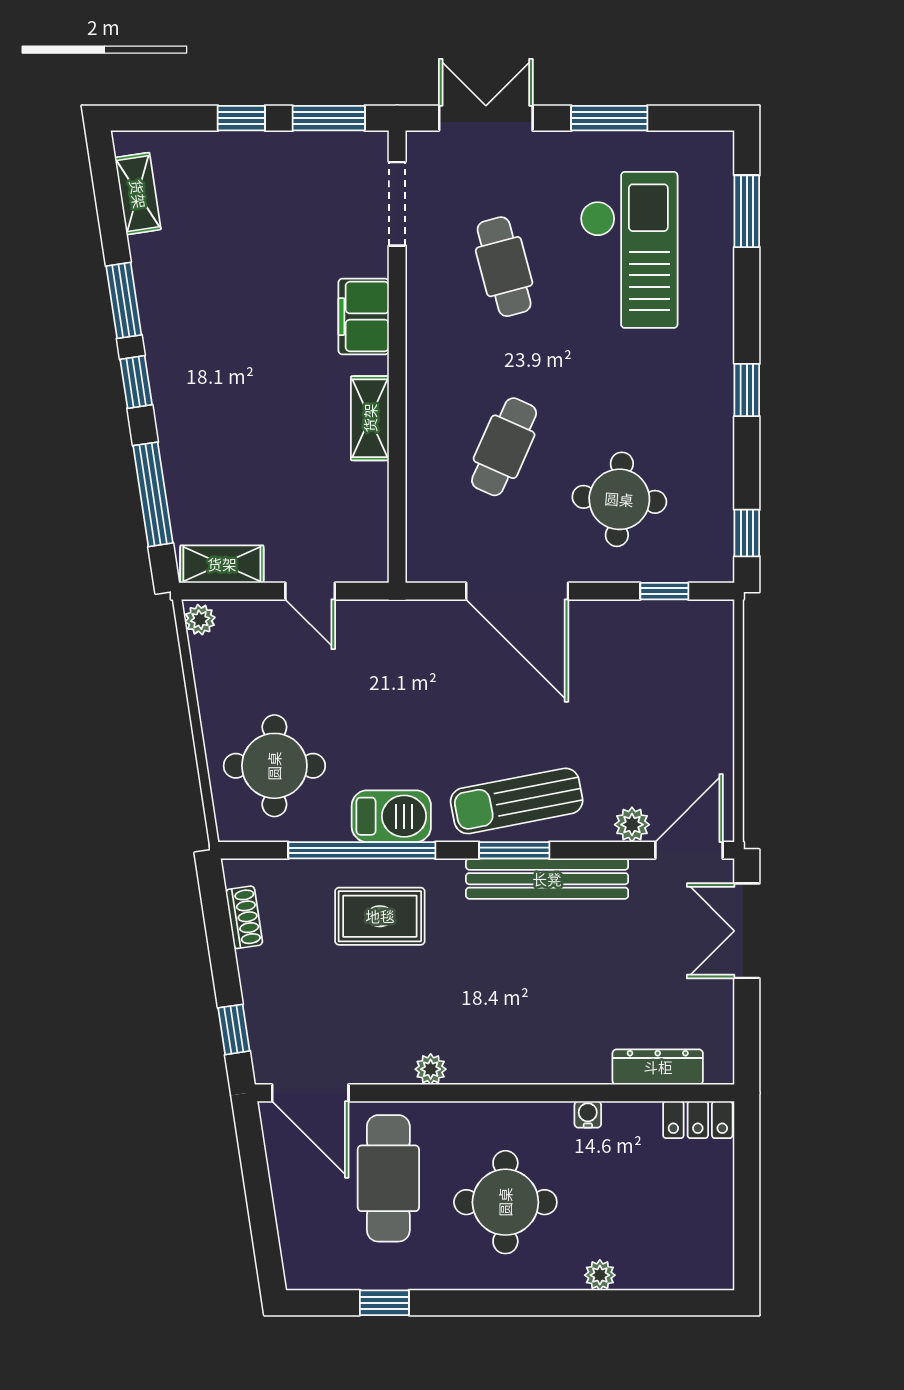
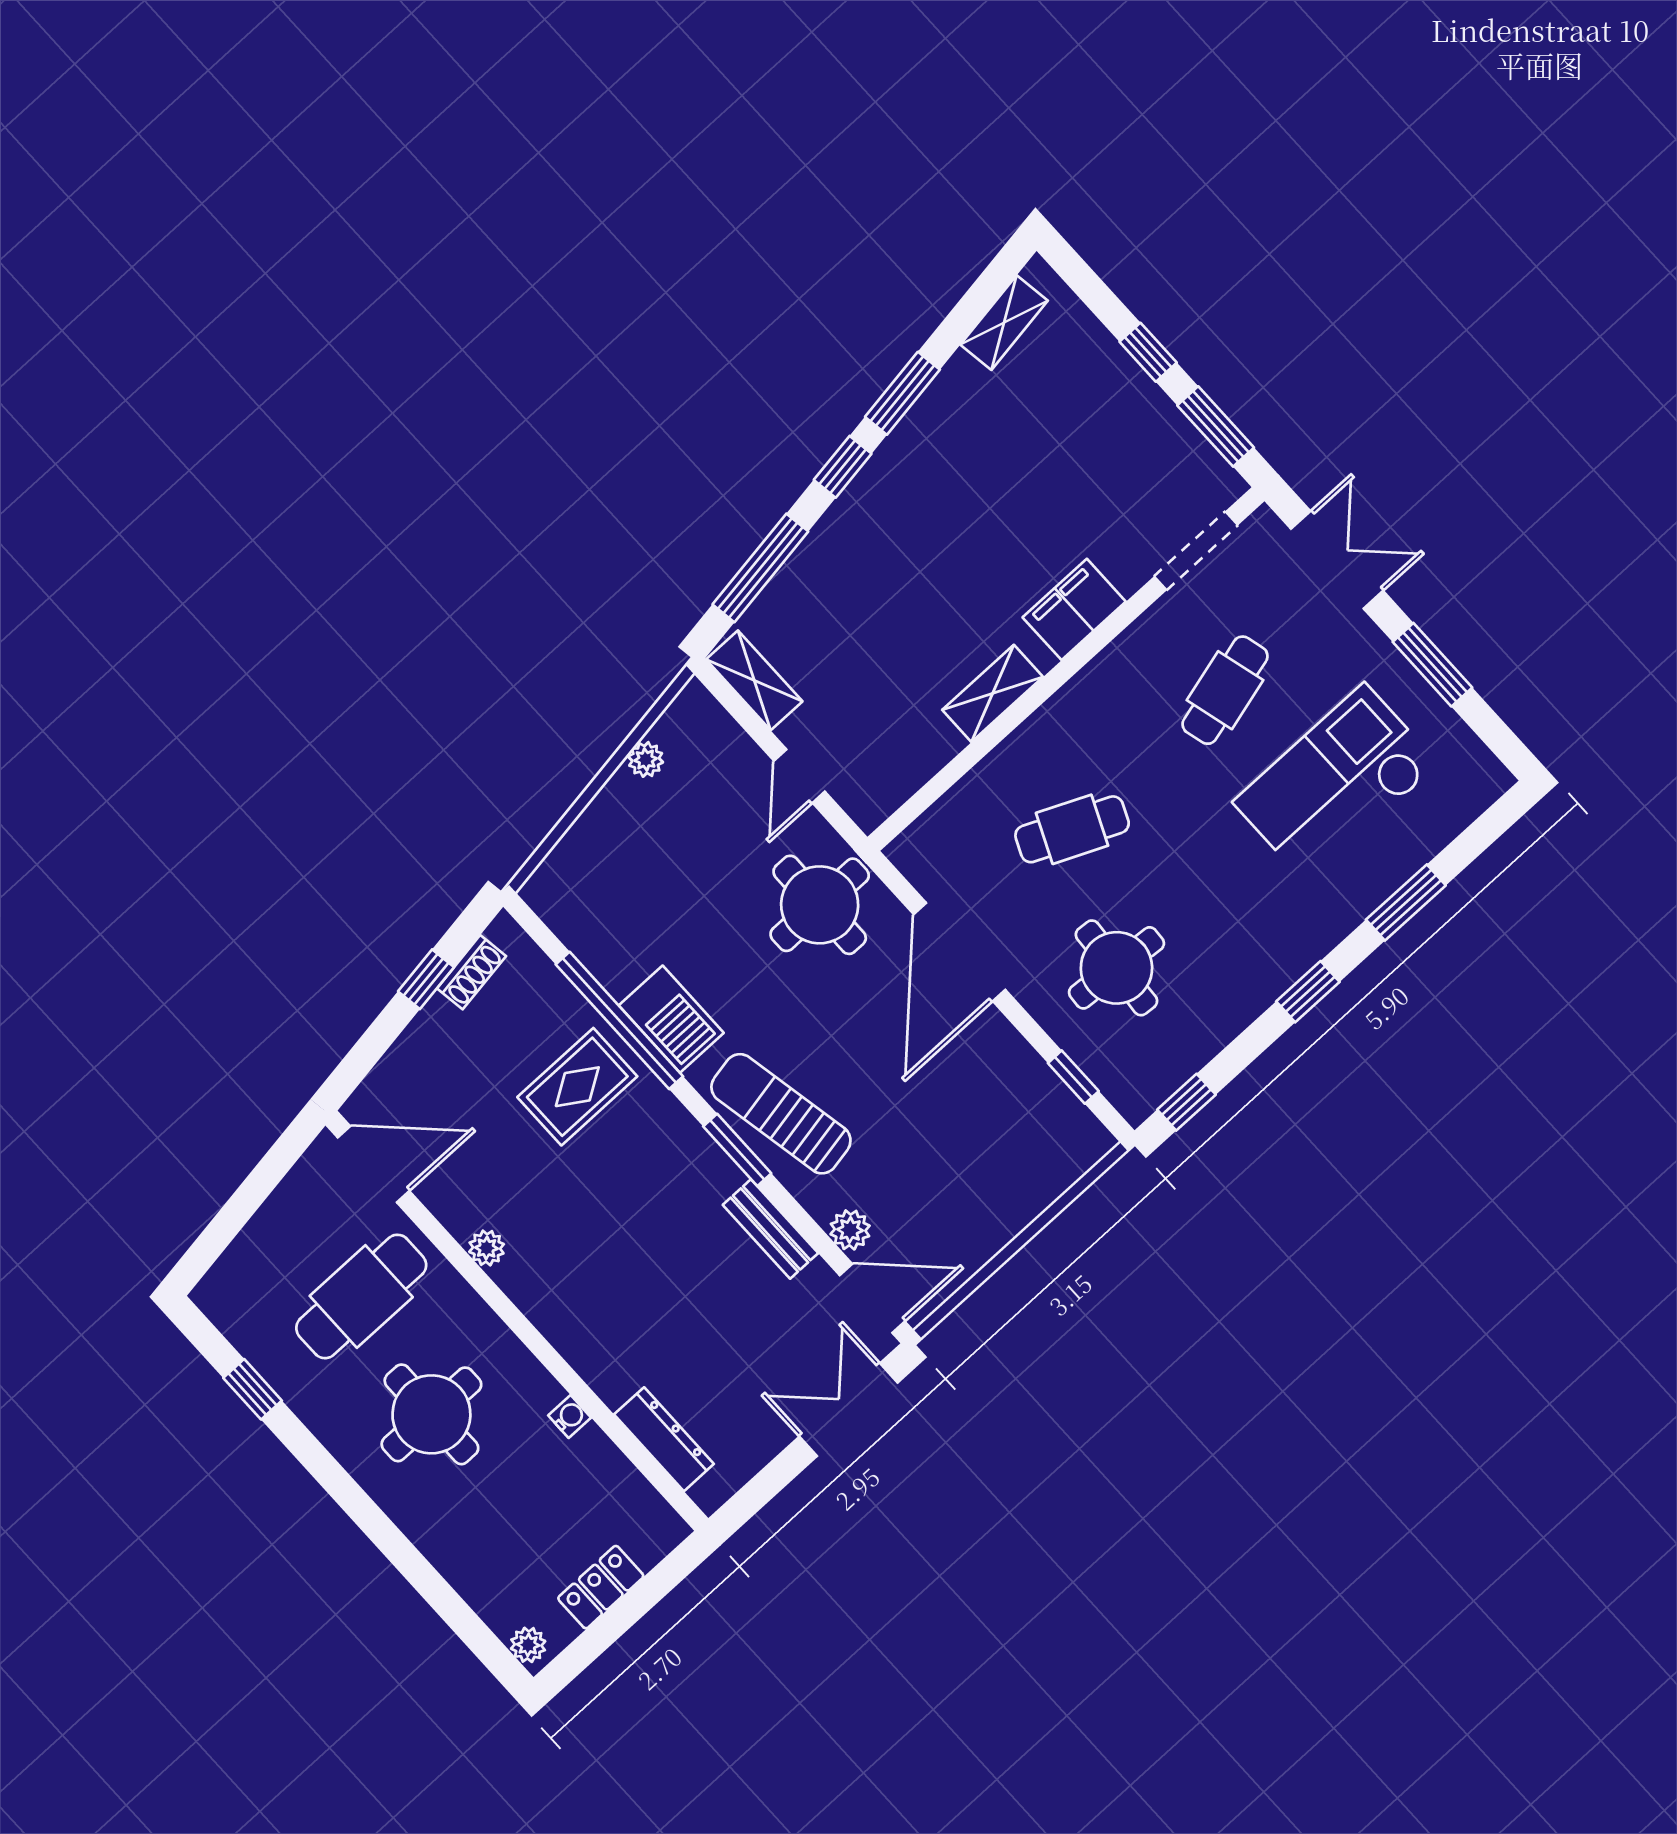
window: (747, 211) -> (1406, 903), moved
checkout: (629, 250) -> (1336, 783), turned 180
plant: (200, 620) -> (646, 759), moved
round table: (274, 766) -> (820, 905), moved
bench: (547, 879) -> (771, 1229), width x0.54, depth x0.82
rug: (380, 916) -> (577, 1087), turned 90
window: (234, 1029) -> (426, 979), moved
door: (310, 1093) -> (373, 1164), swing flipped
locker: (698, 1120) -> (601, 1587), moved, turned 90
plant: (600, 1275) -> (528, 1645), moved

